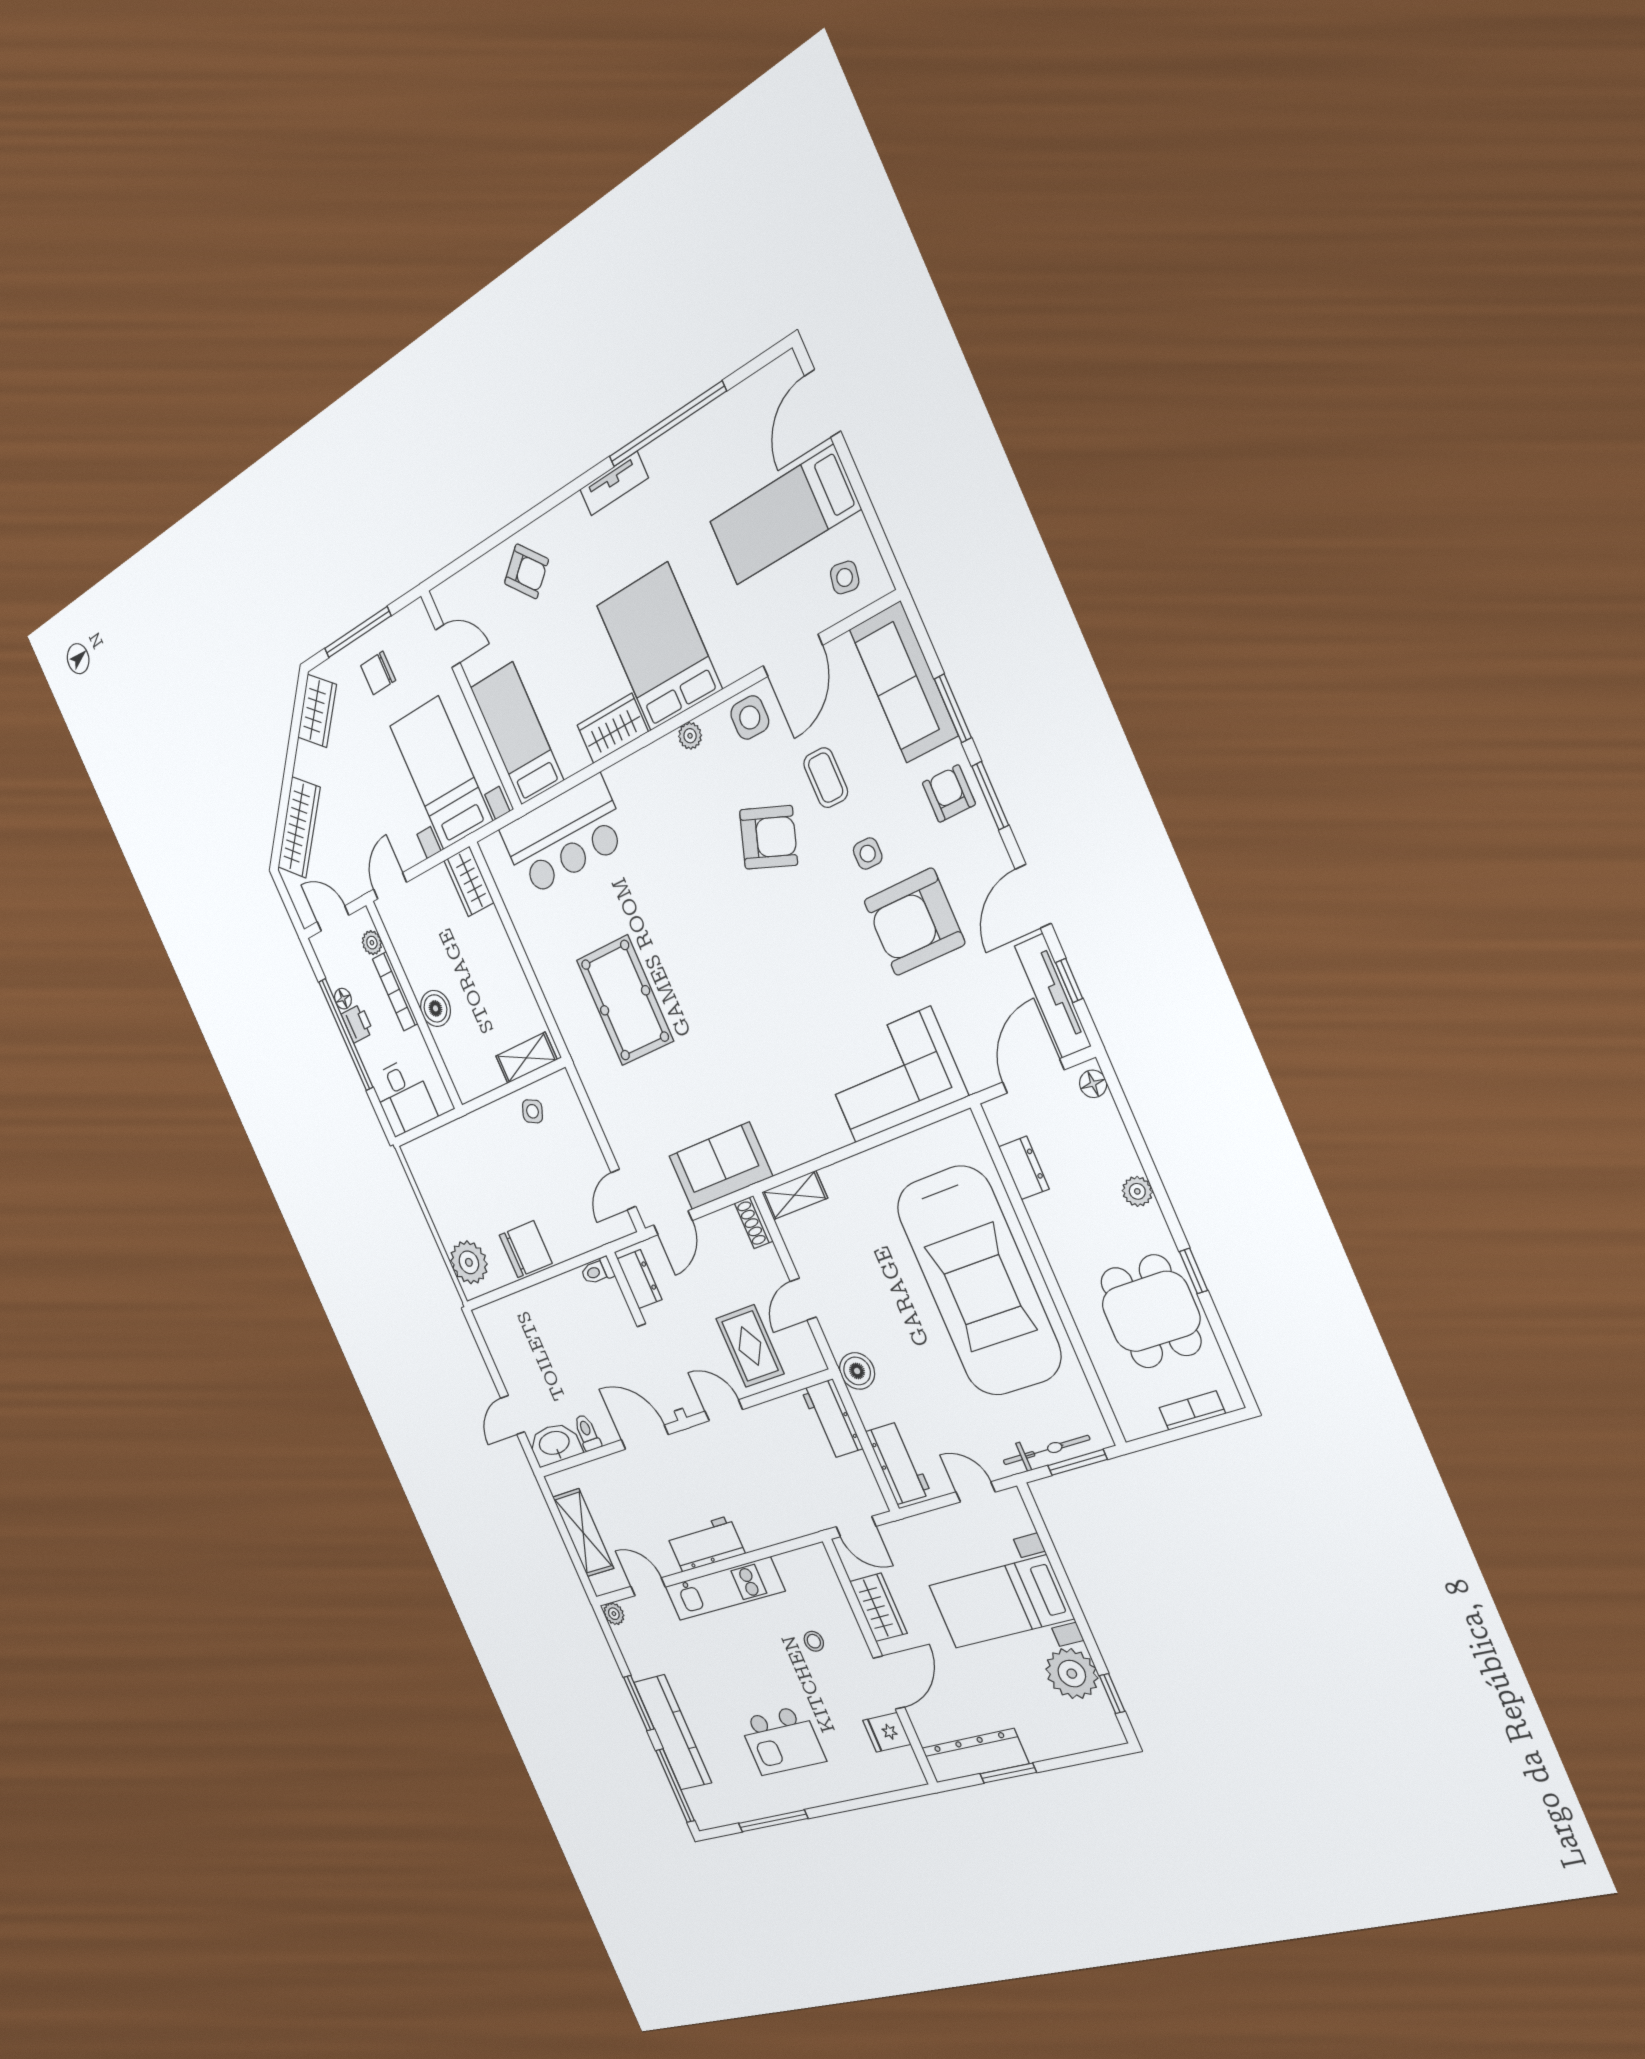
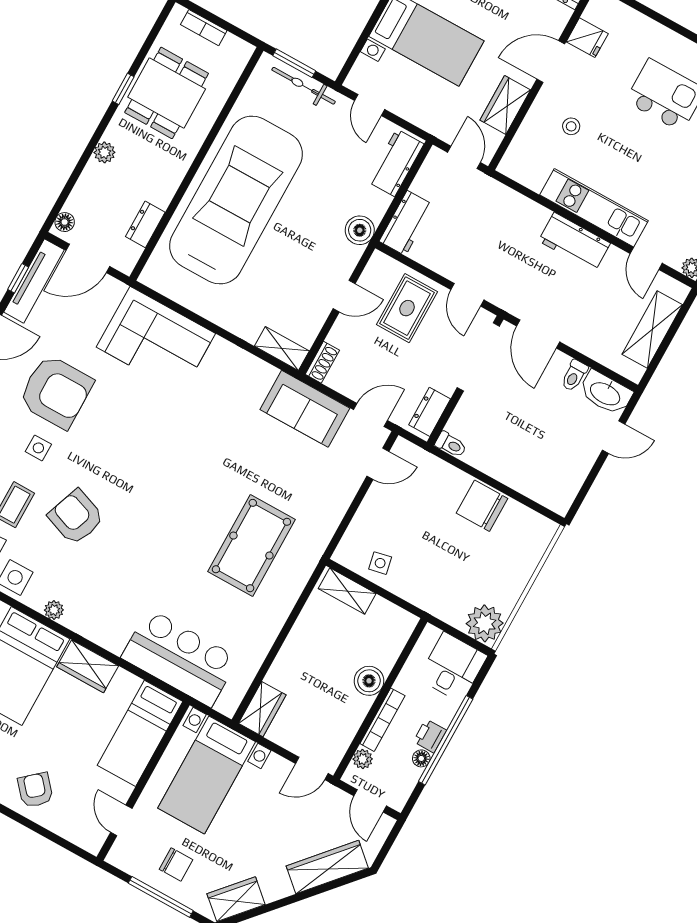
side table: (532, 1111) -> (380, 563), turned -36
plant: (469, 1262) -> (485, 623), moved

